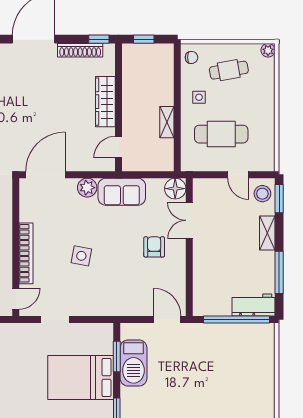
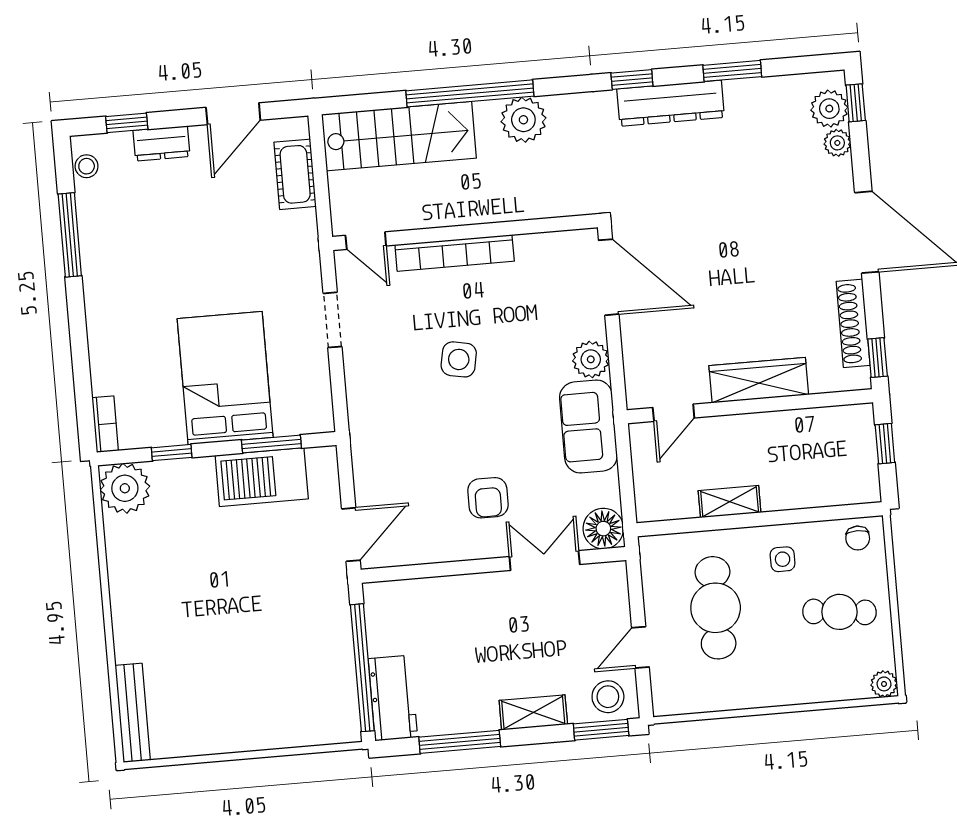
cafe table: (229, 70) -> (839, 612), turned -74
door: (118, 147) -> (674, 413), swing flipped
armchair: (154, 247) -> (488, 498), turned 90

